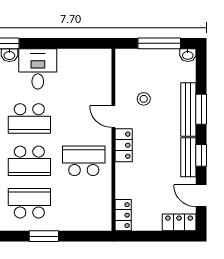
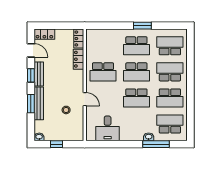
window: (159, 43) -> (56, 144), width x0.46
desk: (38, 69) -> (108, 128), moved
school desk: (29, 118) -> (136, 98), turned 180
locker: (124, 145) -> (78, 59), moved
school desk: (29, 161) -> (136, 72), turned 180
window: (44, 236) -> (142, 26), moved

